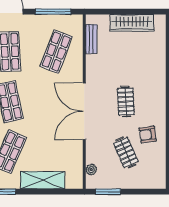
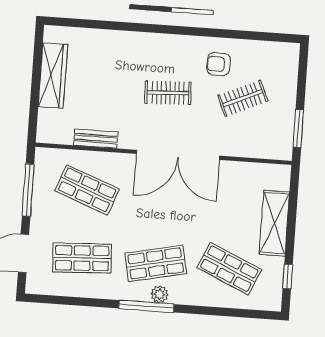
bench: (91, 39) -> (96, 139), moved
armchair: (148, 135) -> (219, 64), turned 98
plant: (91, 170) -> (264, 151), removed

